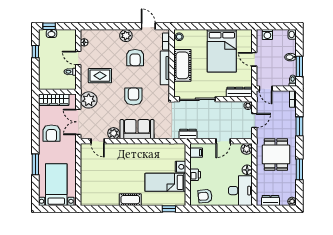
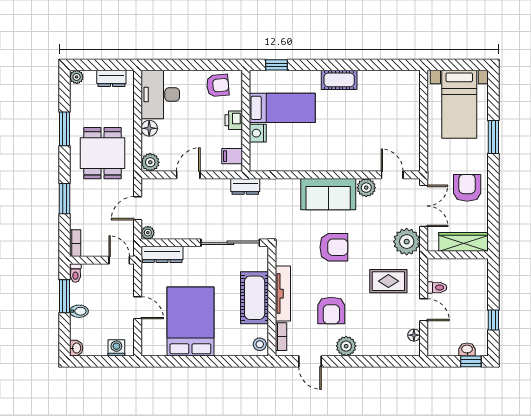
armchair: (135, 58) -> (331, 311), turned 180
armchair: (133, 96) -> (334, 247), turned -90

